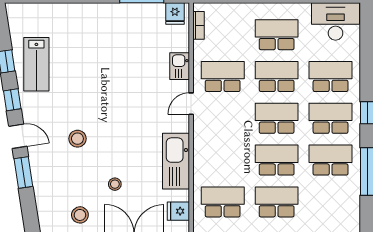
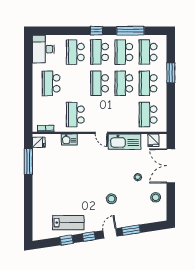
school desk: (277, 77) -> (148, 52), moved
door: (191, 104) -> (101, 133), moved

